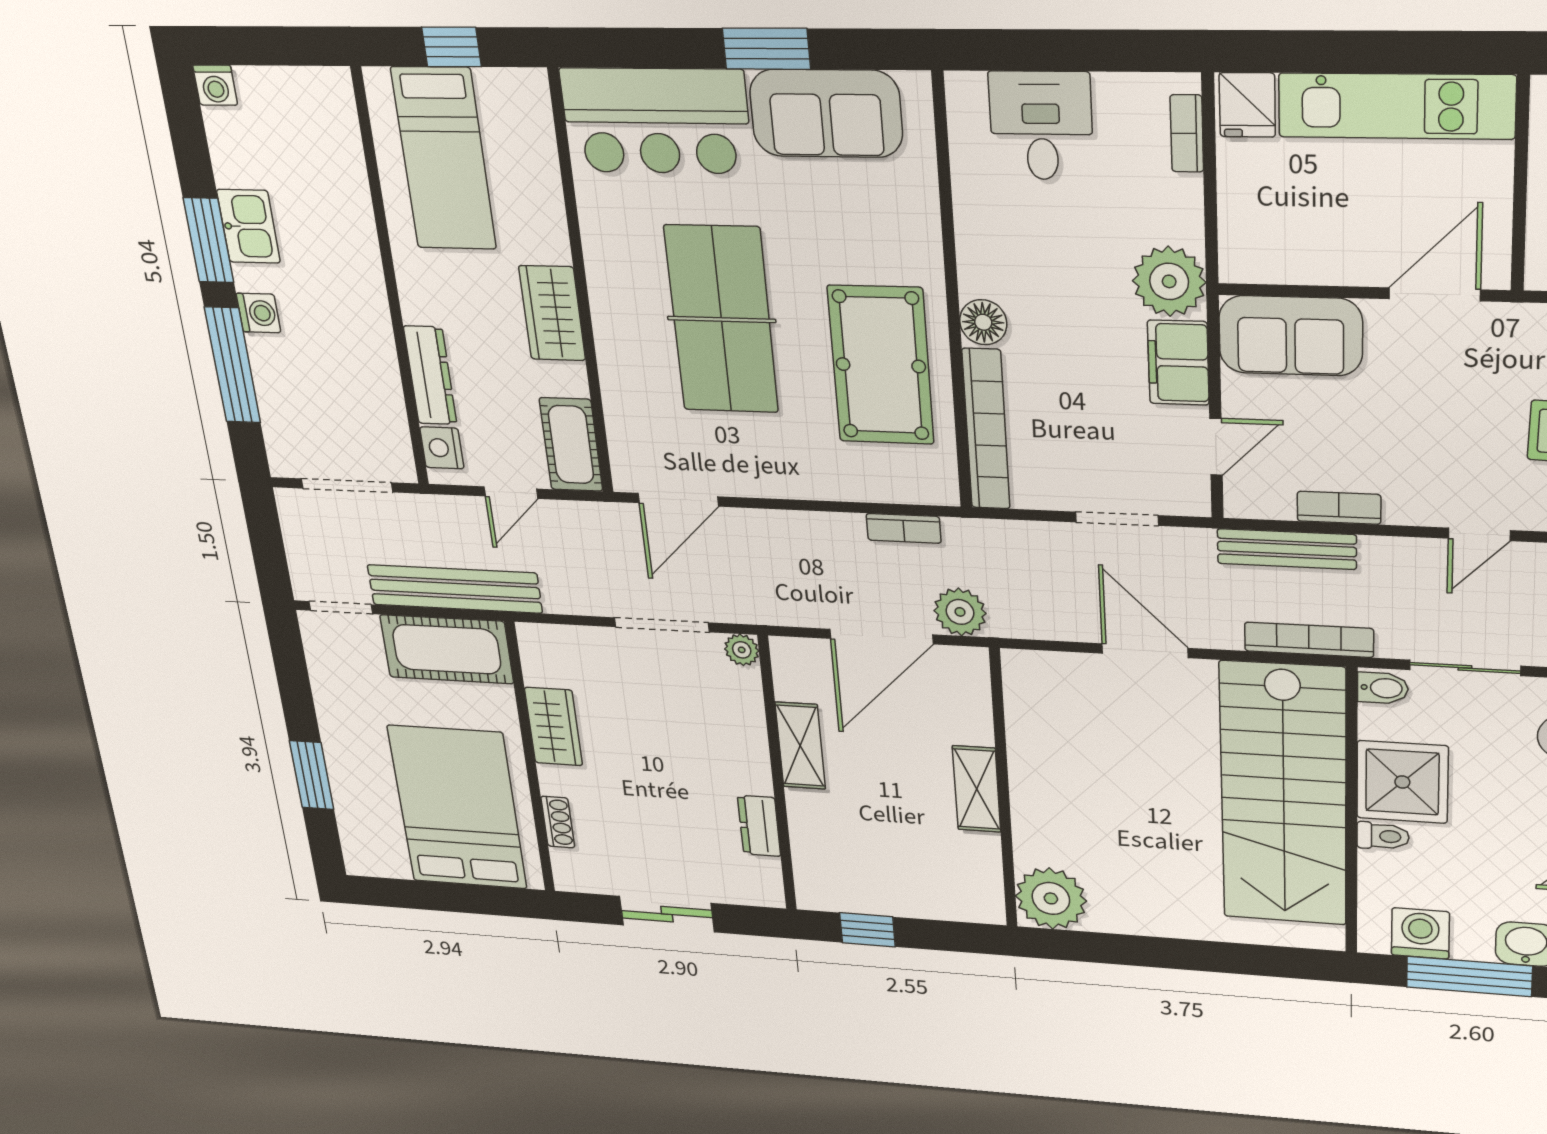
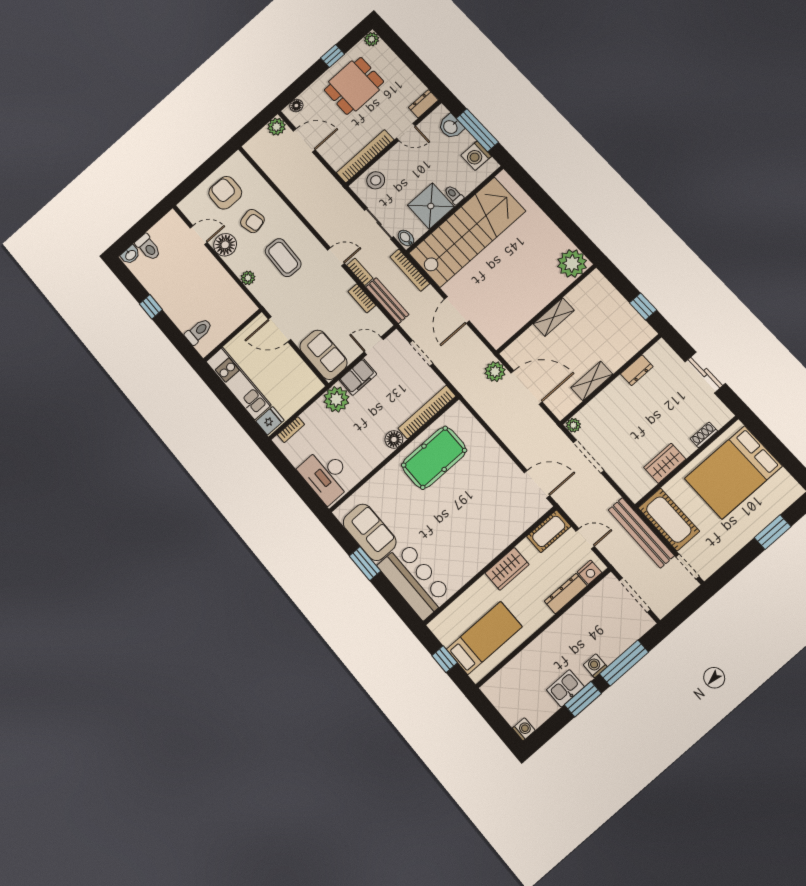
desk: (1041, 126) -> (326, 475), width x1.37
table tennis table: (722, 319) -> (462, 515), removed
bookcase: (904, 528) -> (360, 272), moved

